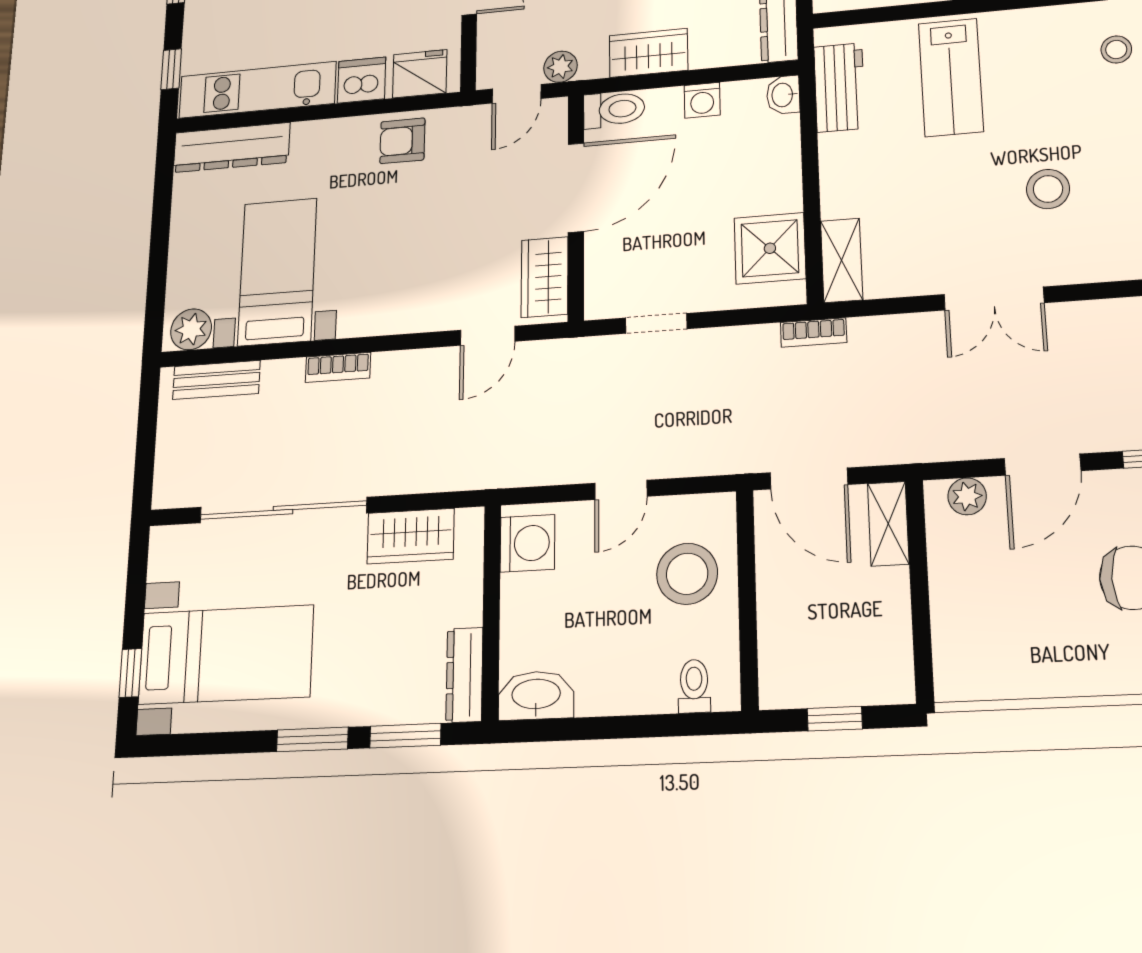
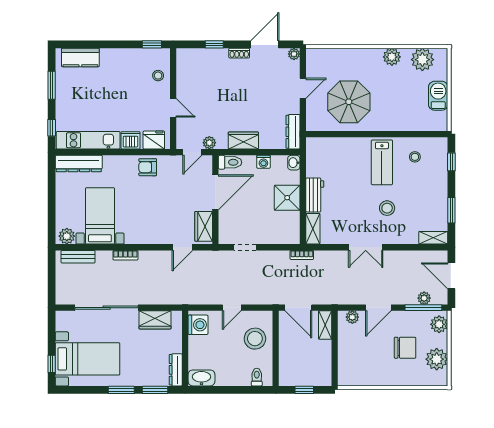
lab bench: (951, 77) -> (382, 162), moved
workbench: (840, 87) -> (315, 195), moved
shower: (770, 248) -> (287, 198), moved

